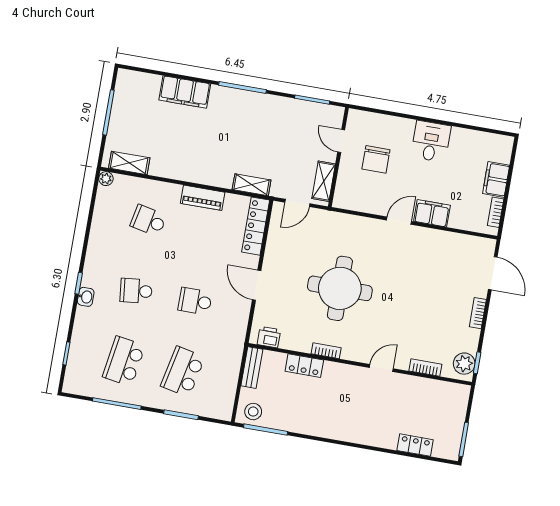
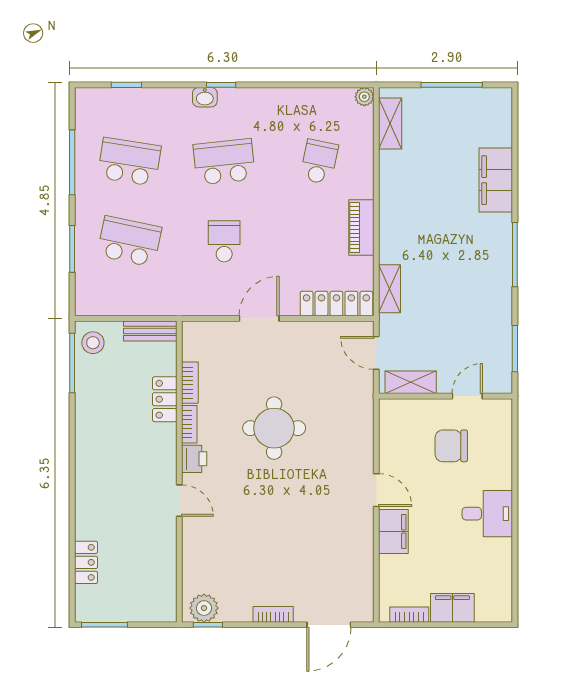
round table: (340, 288) -> (274, 428), width x0.73, depth x0.73
school desk: (136, 291) -> (224, 162), width x1.85
printer: (269, 337) -> (194, 459), moved
bookcase: (425, 368) -> (190, 383), moved

